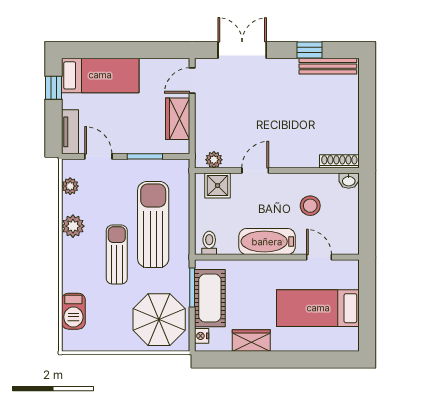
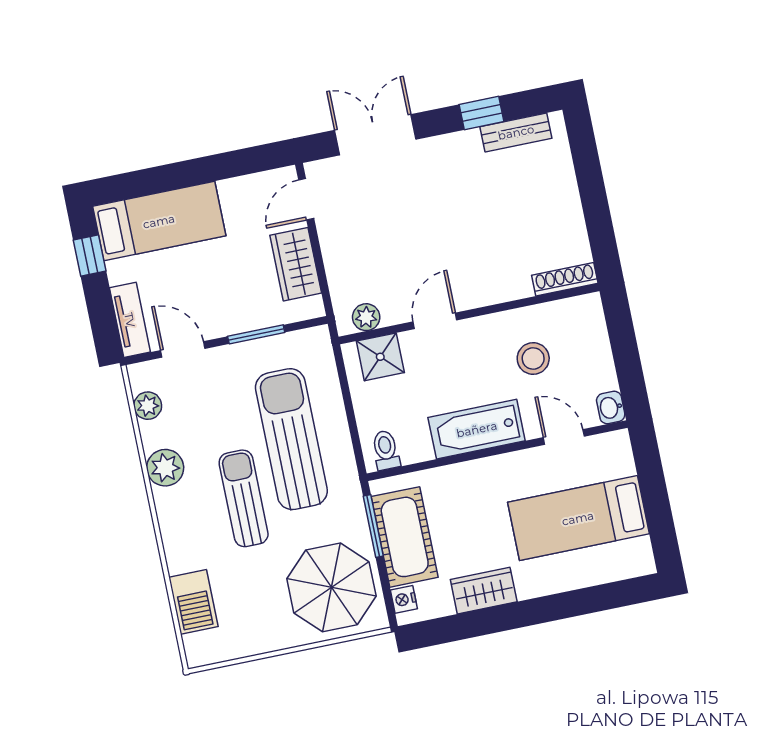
bench: (328, 66) -> (516, 132), width x0.73
washbasin: (349, 181) -> (611, 408), moved, turned 90

